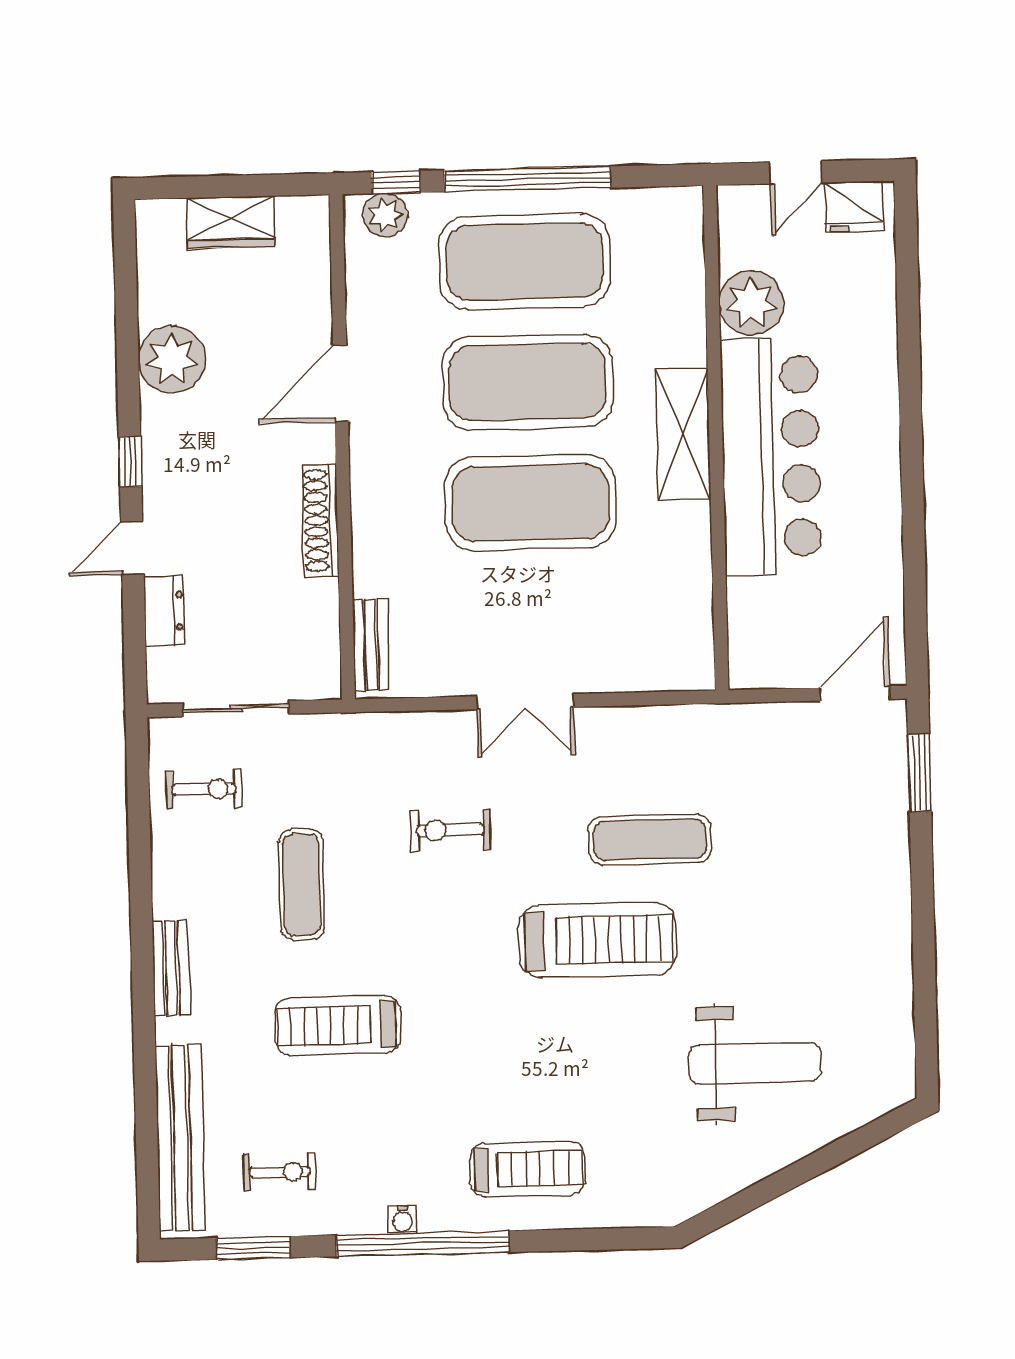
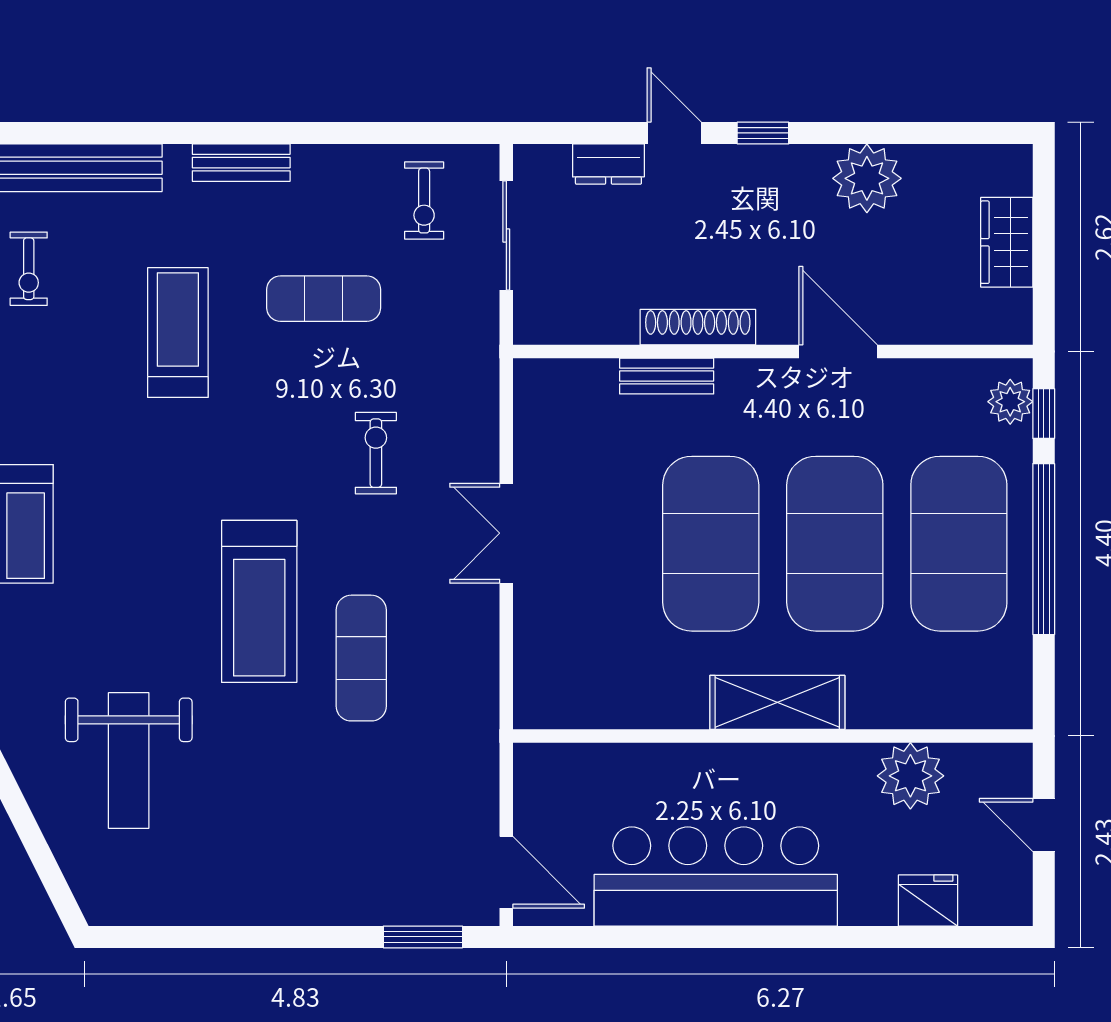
fridge: (854, 206) -> (928, 900), moved, turned 90
bar counter: (771, 457) -> (716, 876), moved, turned 180
bench: (371, 645) -> (667, 376), moved

